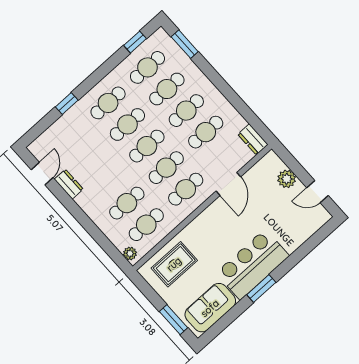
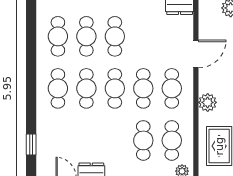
window: (135, 42) -> (31, 29), removed
window: (67, 104) -> (31, 144), moved
cafe table: (206, 132) -> (143, 36), removed
door: (228, 184) -> (196, 54), hinge flipped
plant: (199, 226) -> (208, 102), added

